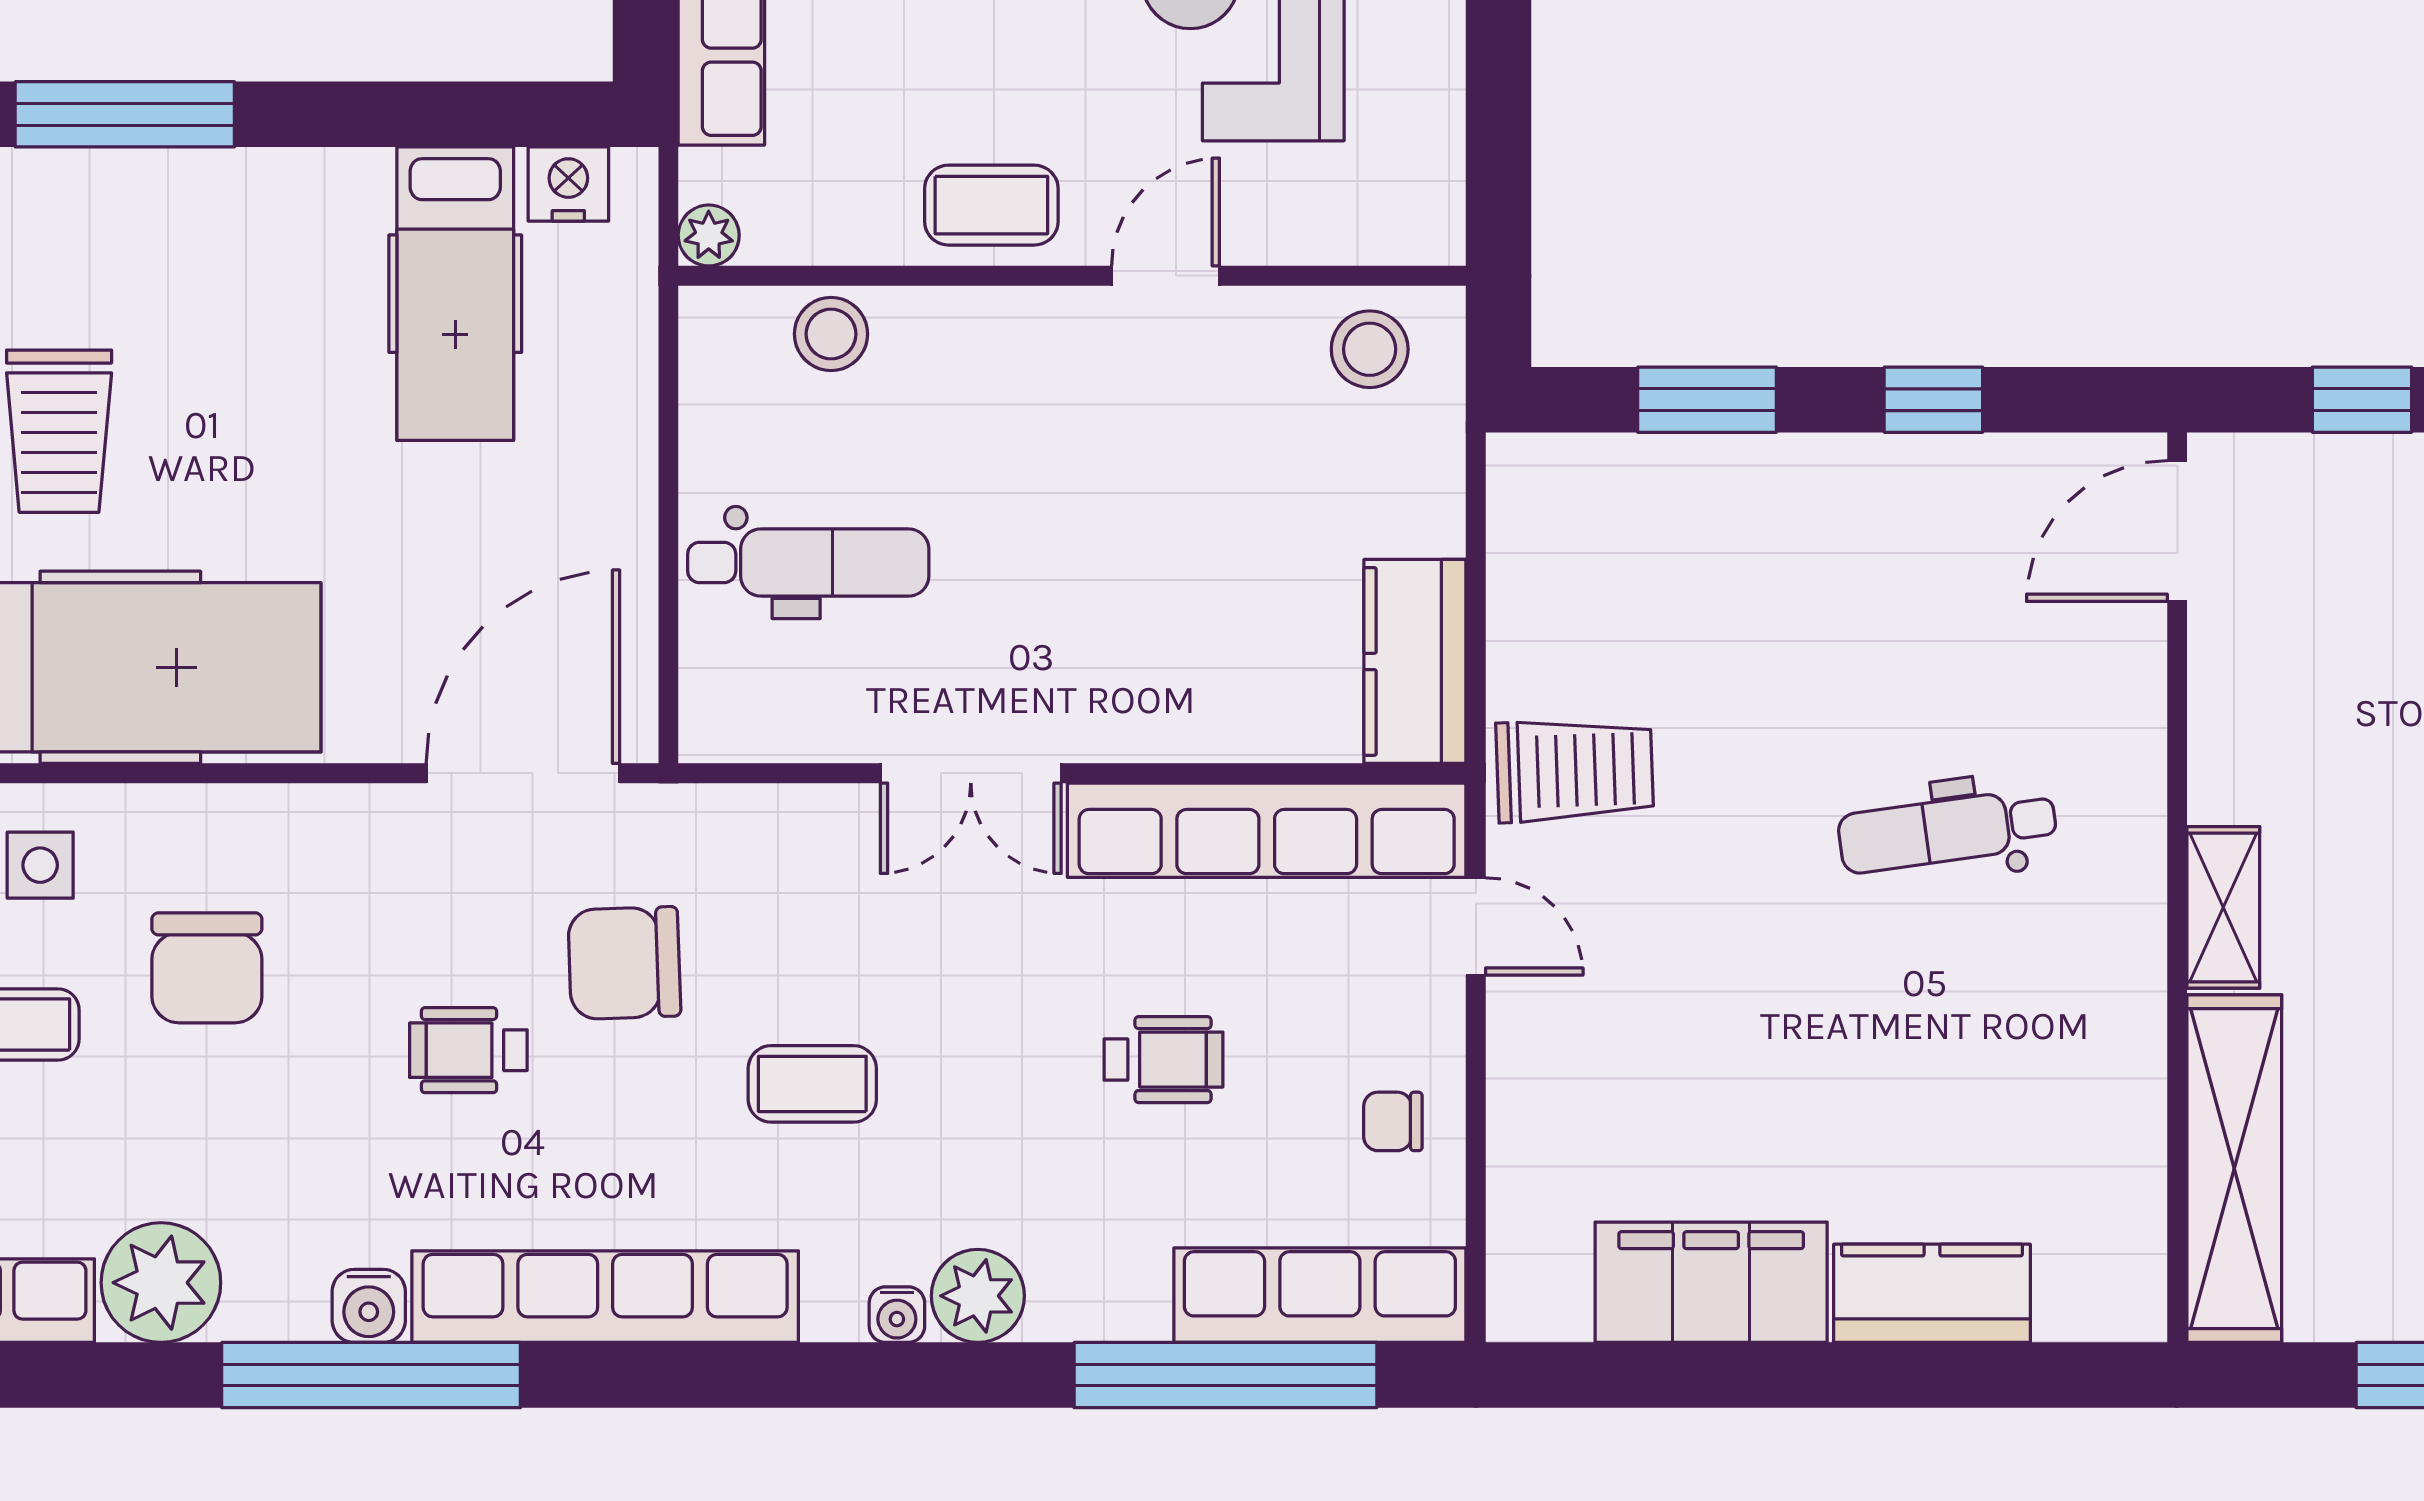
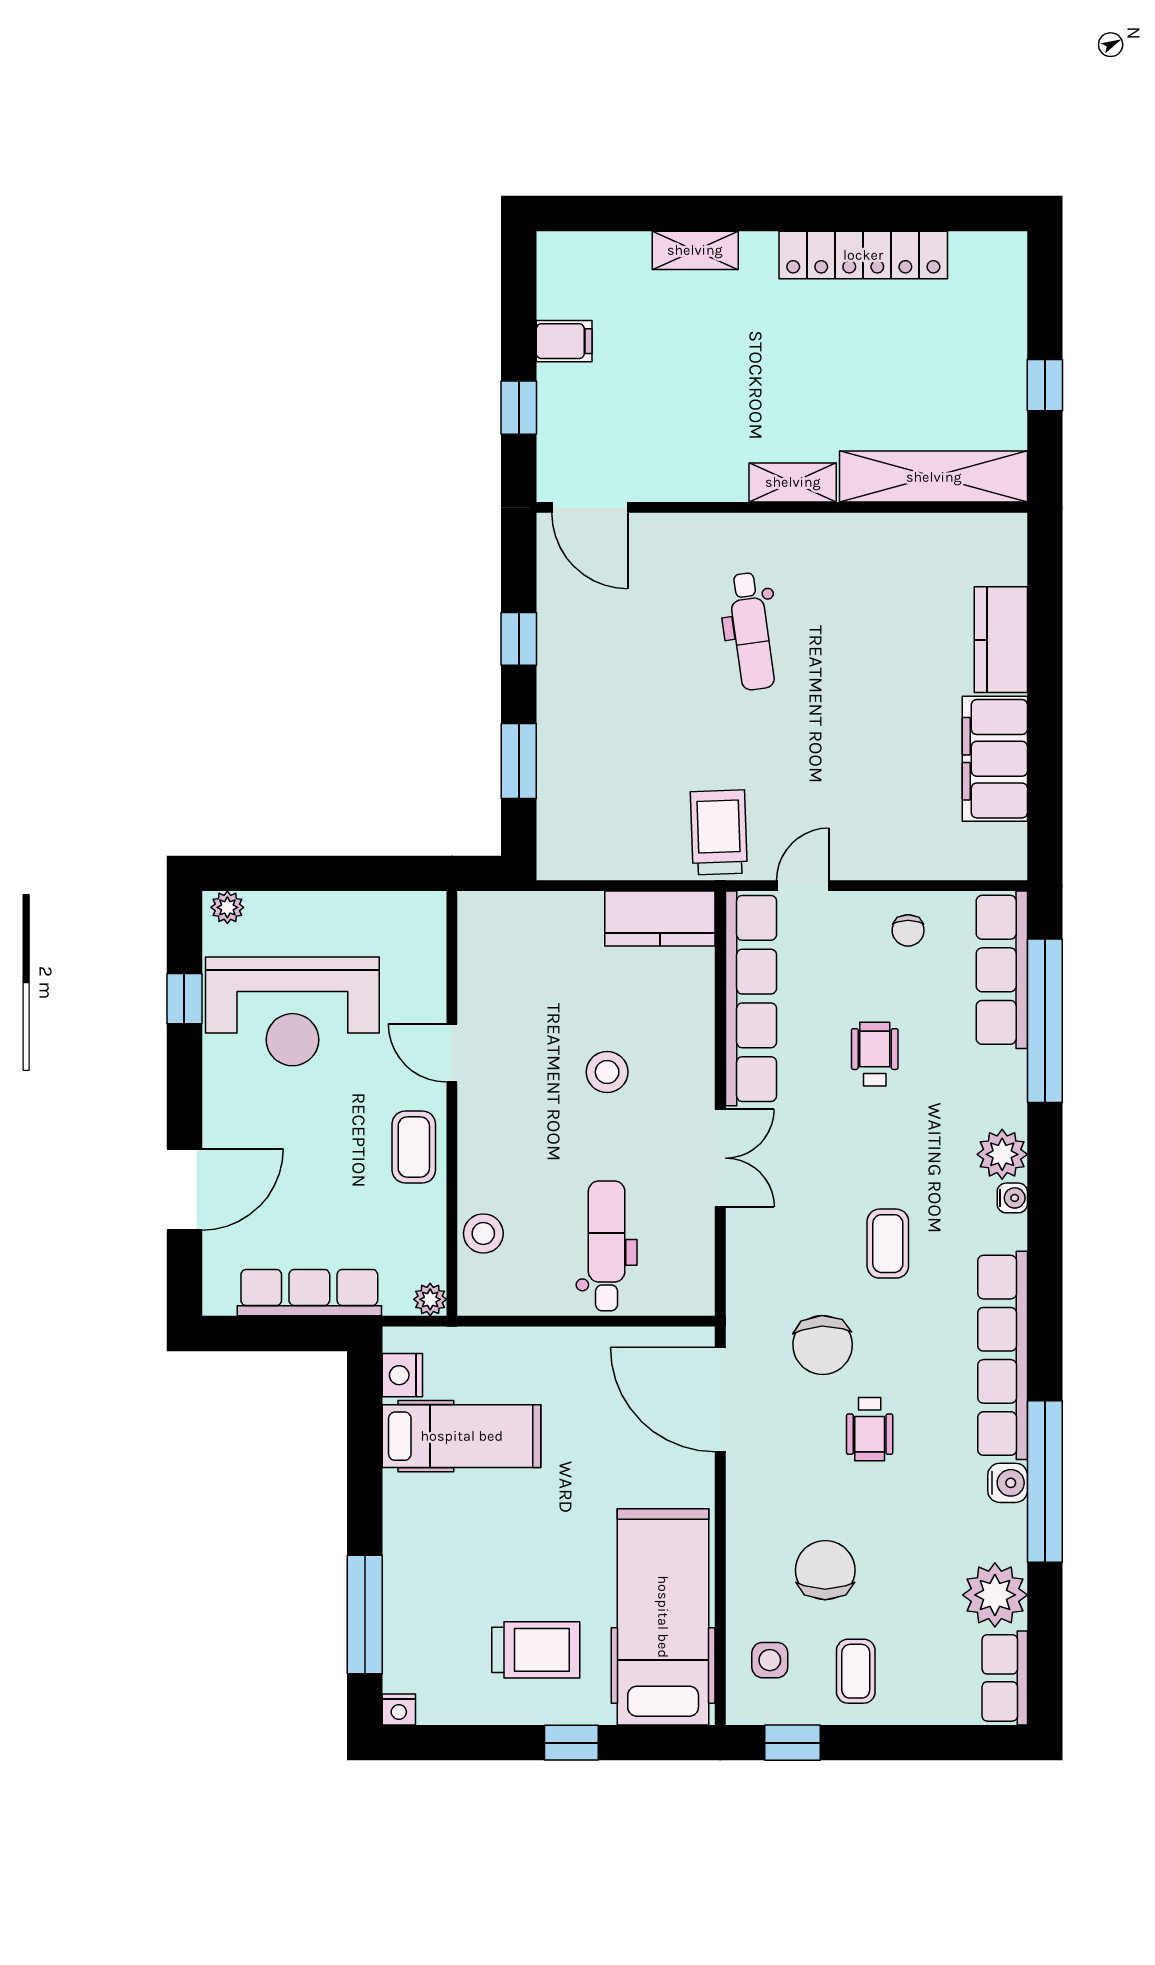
stool: (1370, 349) -> (607, 1072), moved
chair: (207, 968) -> (825, 1570), turned -90

